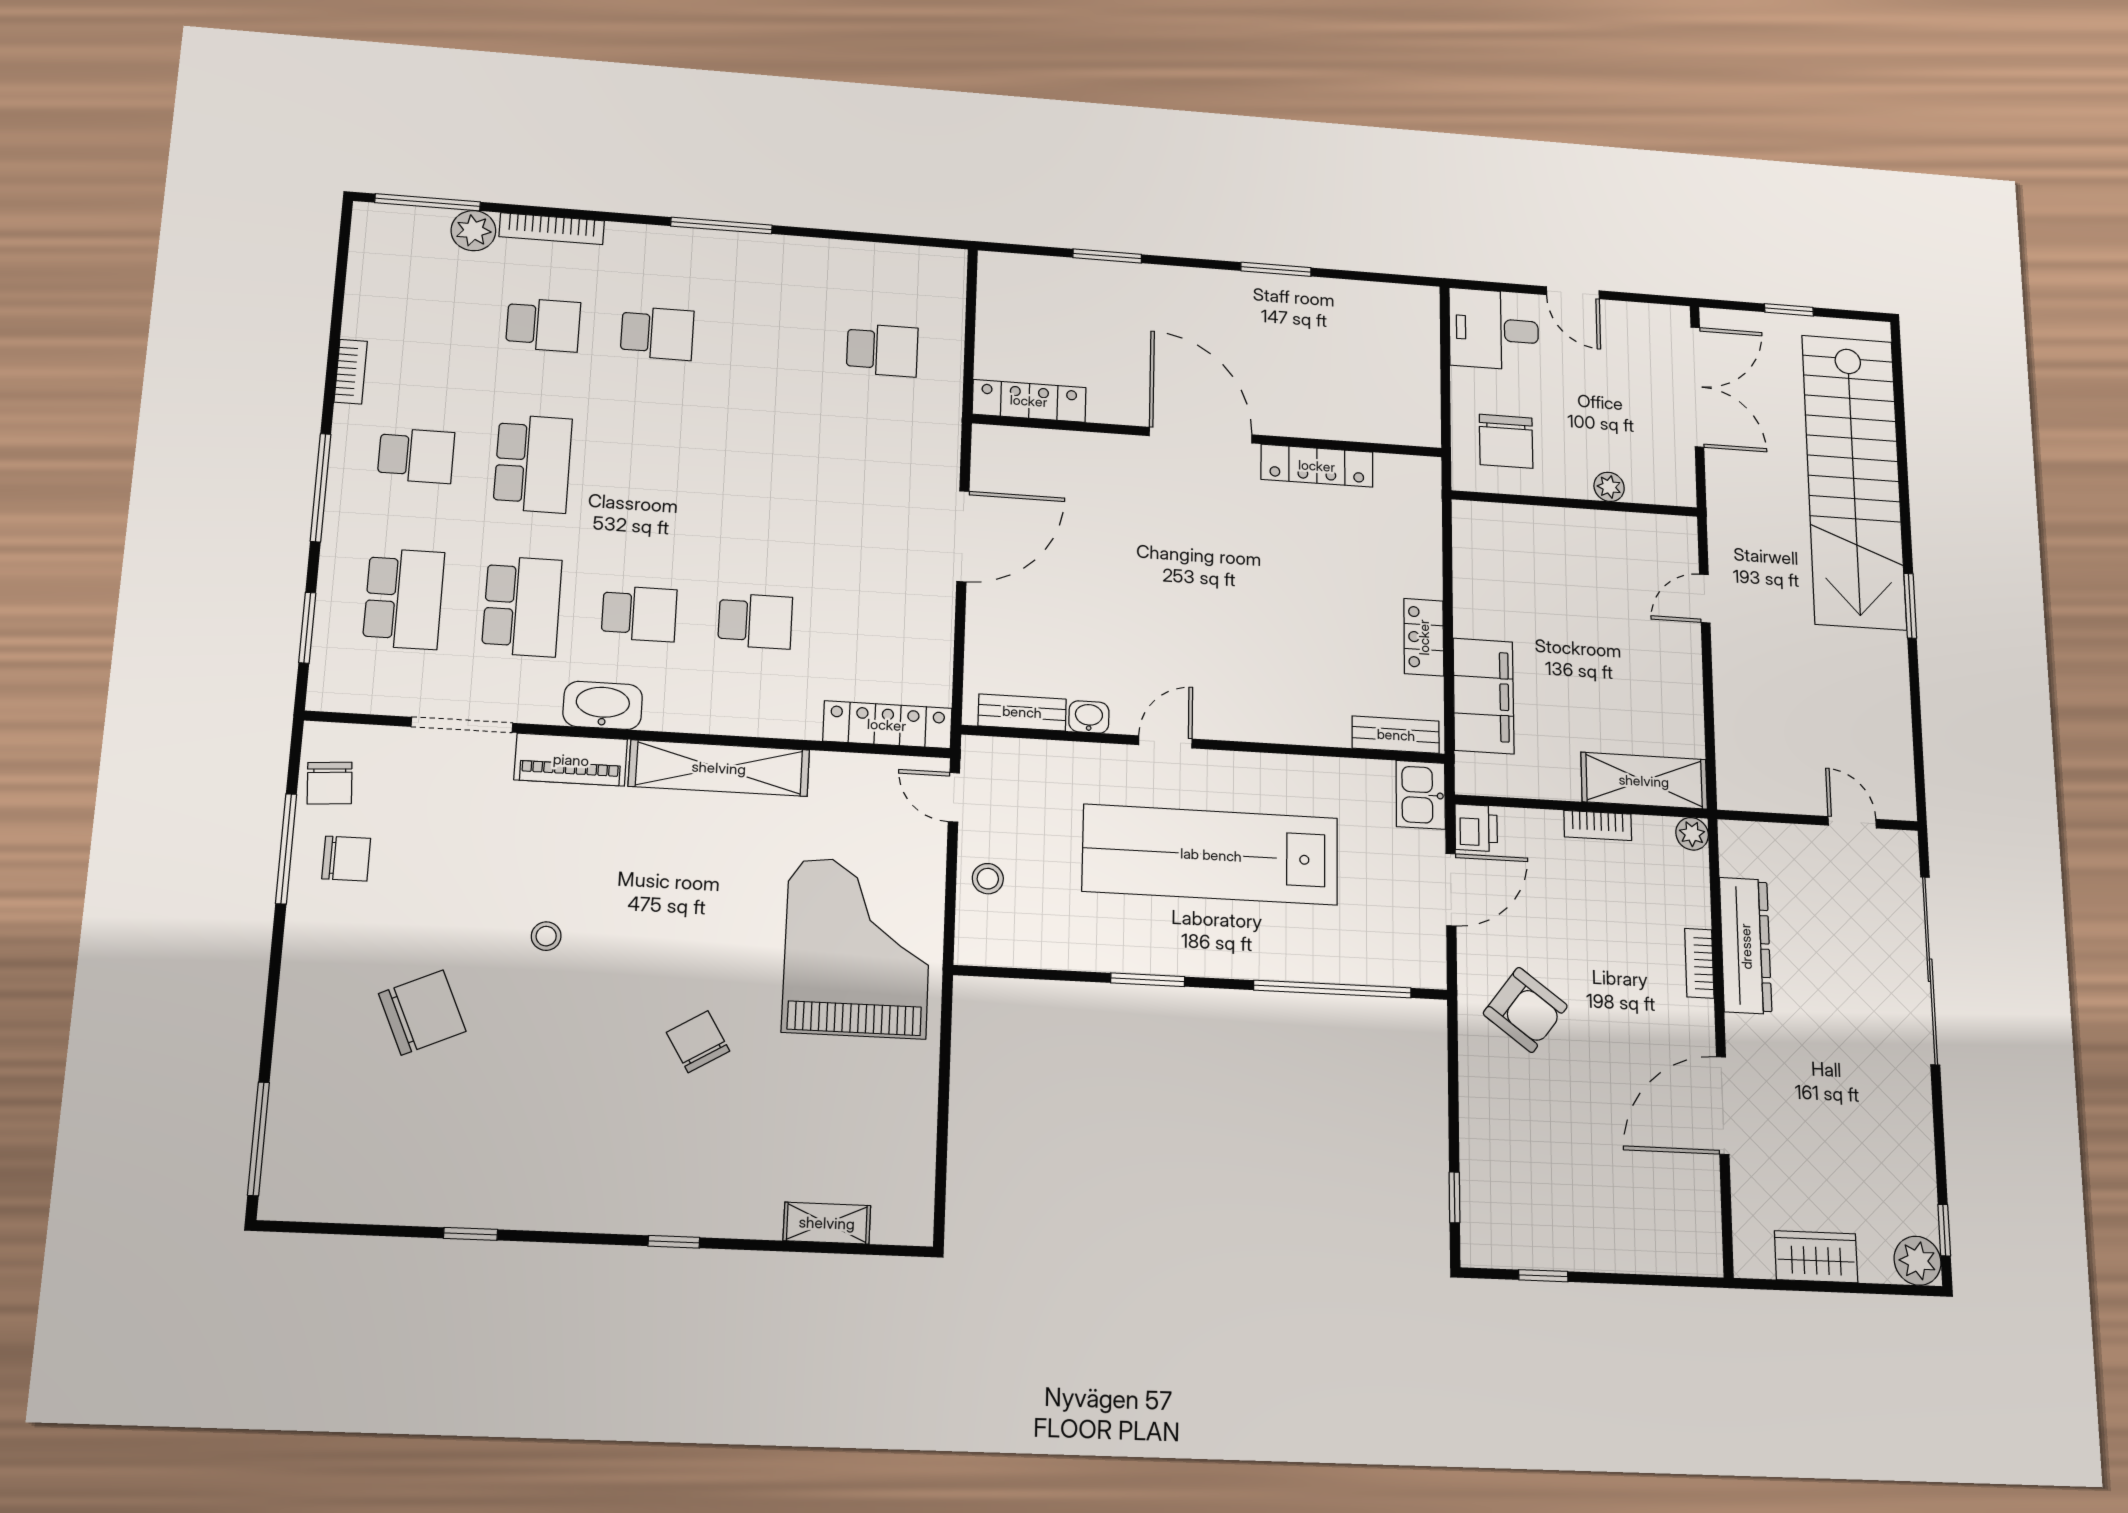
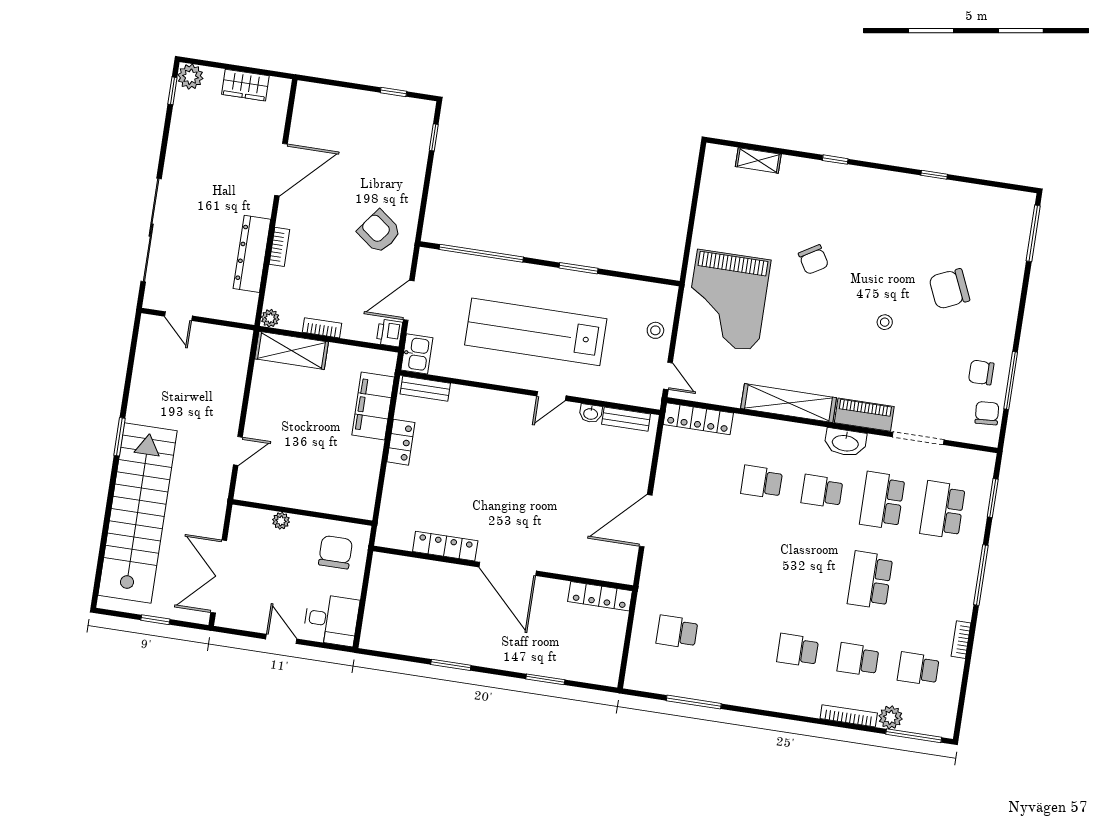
window: (721, 226) -> (694, 702), moved
school desk: (416, 456) -> (918, 669), moved
lab bench: (1211, 855) -> (536, 332), turned 180

